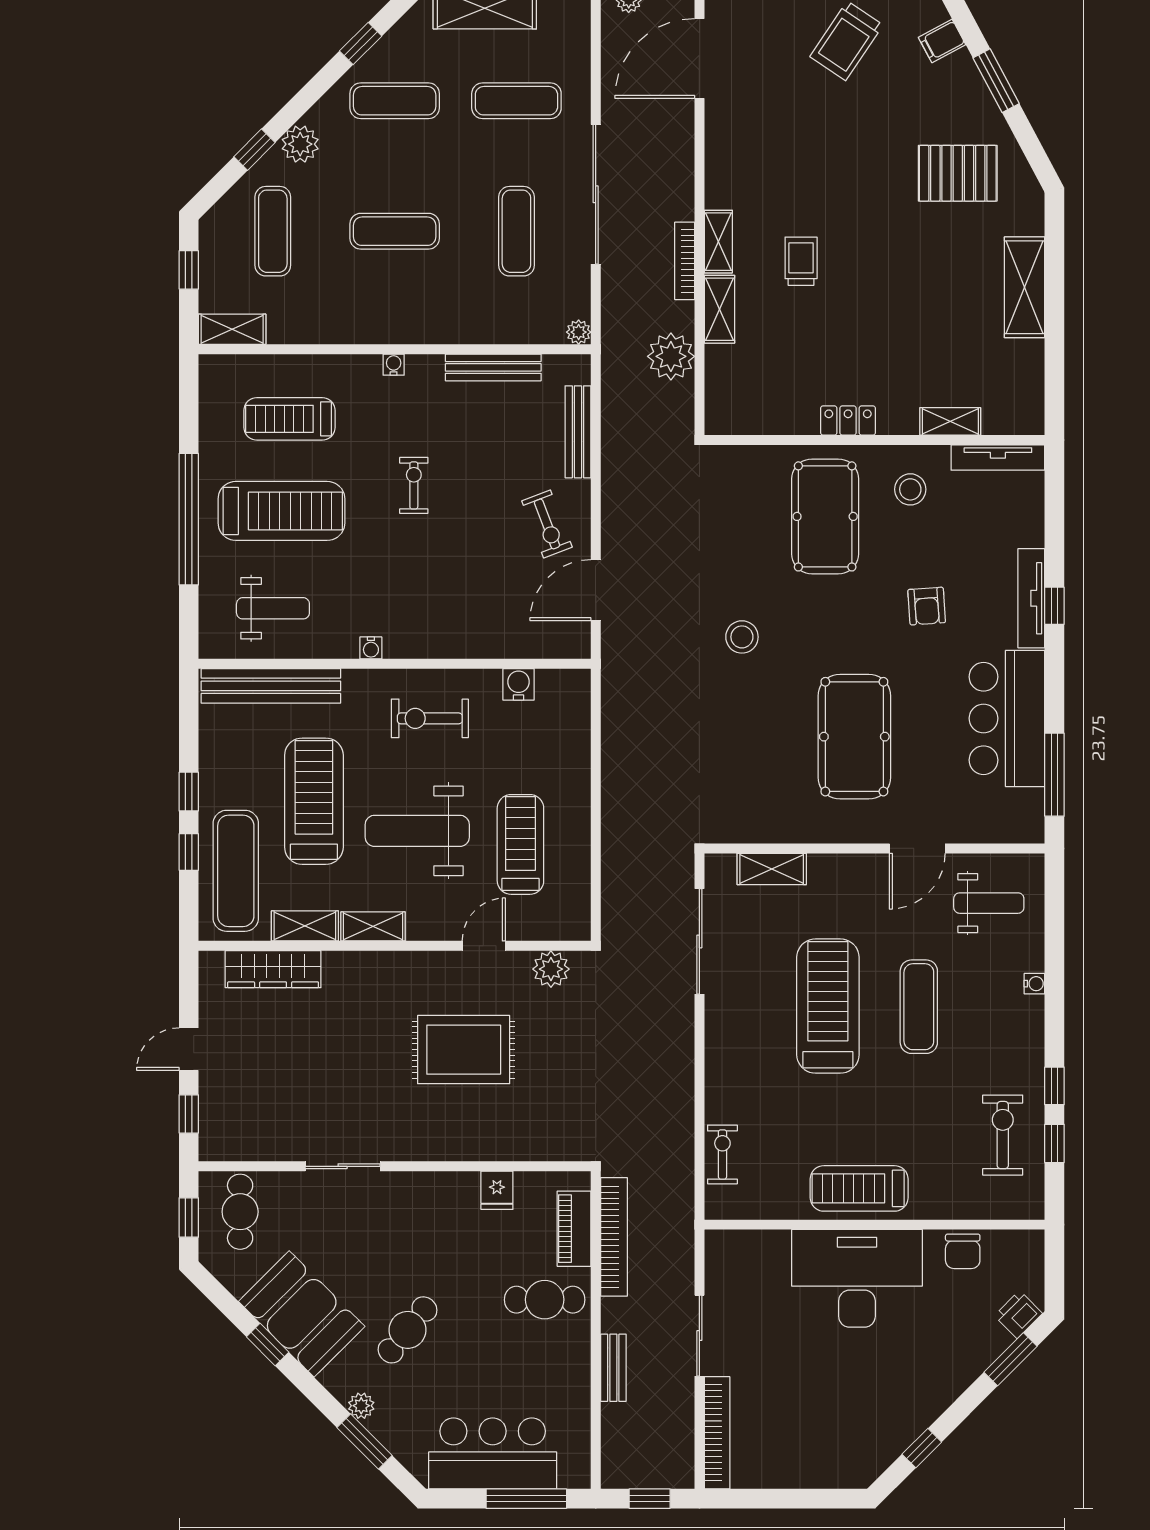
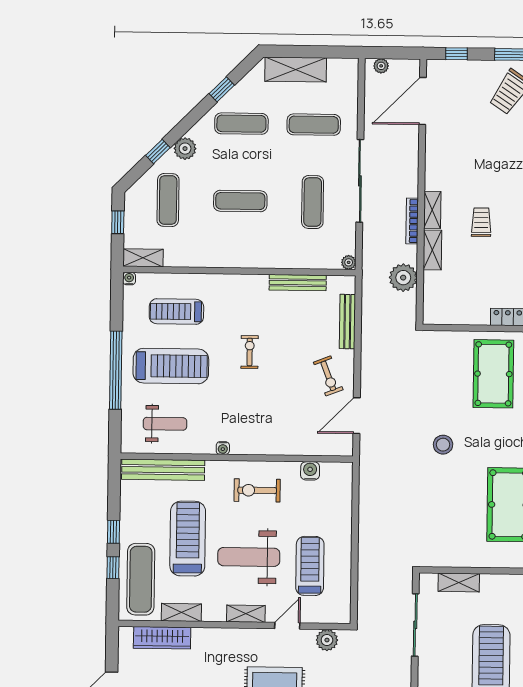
water cooler: (394, 365) -> (129, 279), moved
shelving: (373, 926) -> (246, 614), moved

